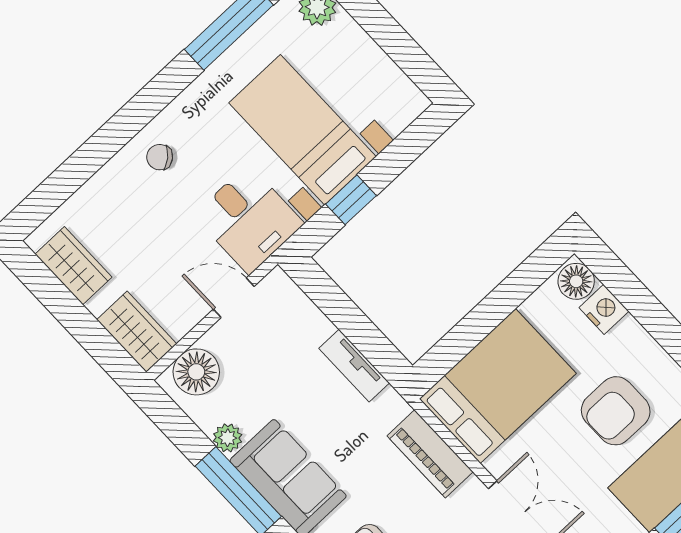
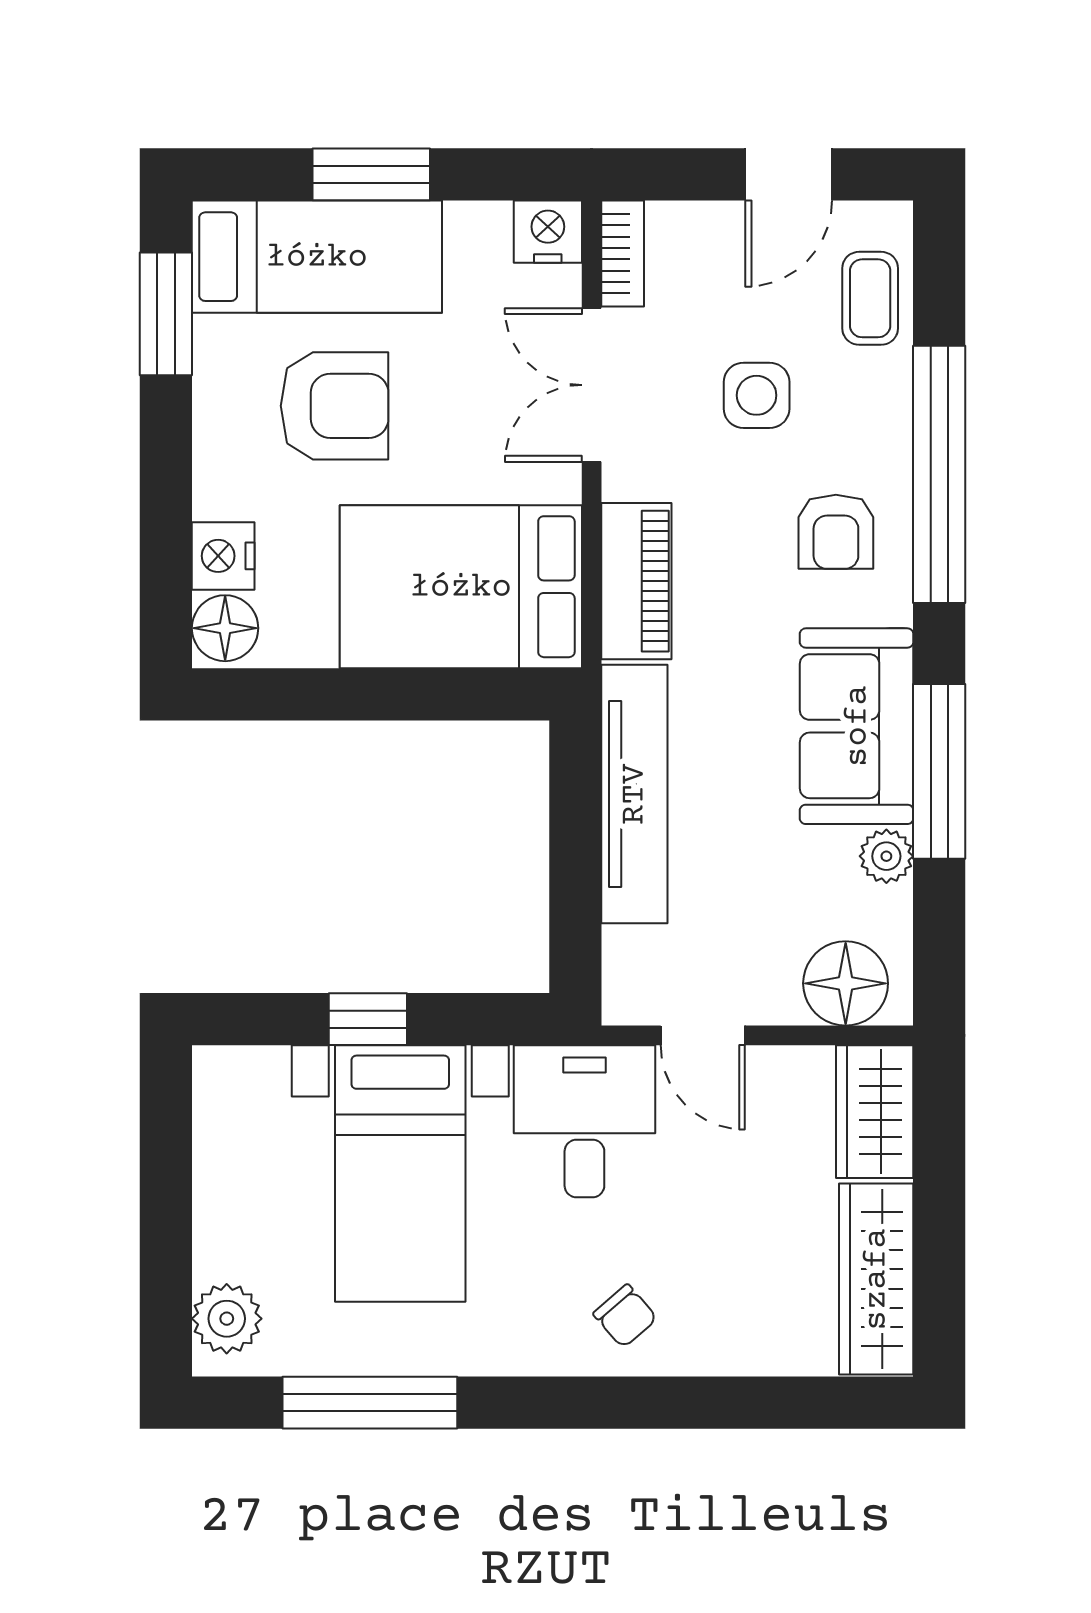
window: (351, 200) -> (368, 1019), moved
wardrobe: (74, 266) -> (876, 1279), width x1.50
tv unit: (354, 366) -> (634, 794), width x1.92, depth x1.29

